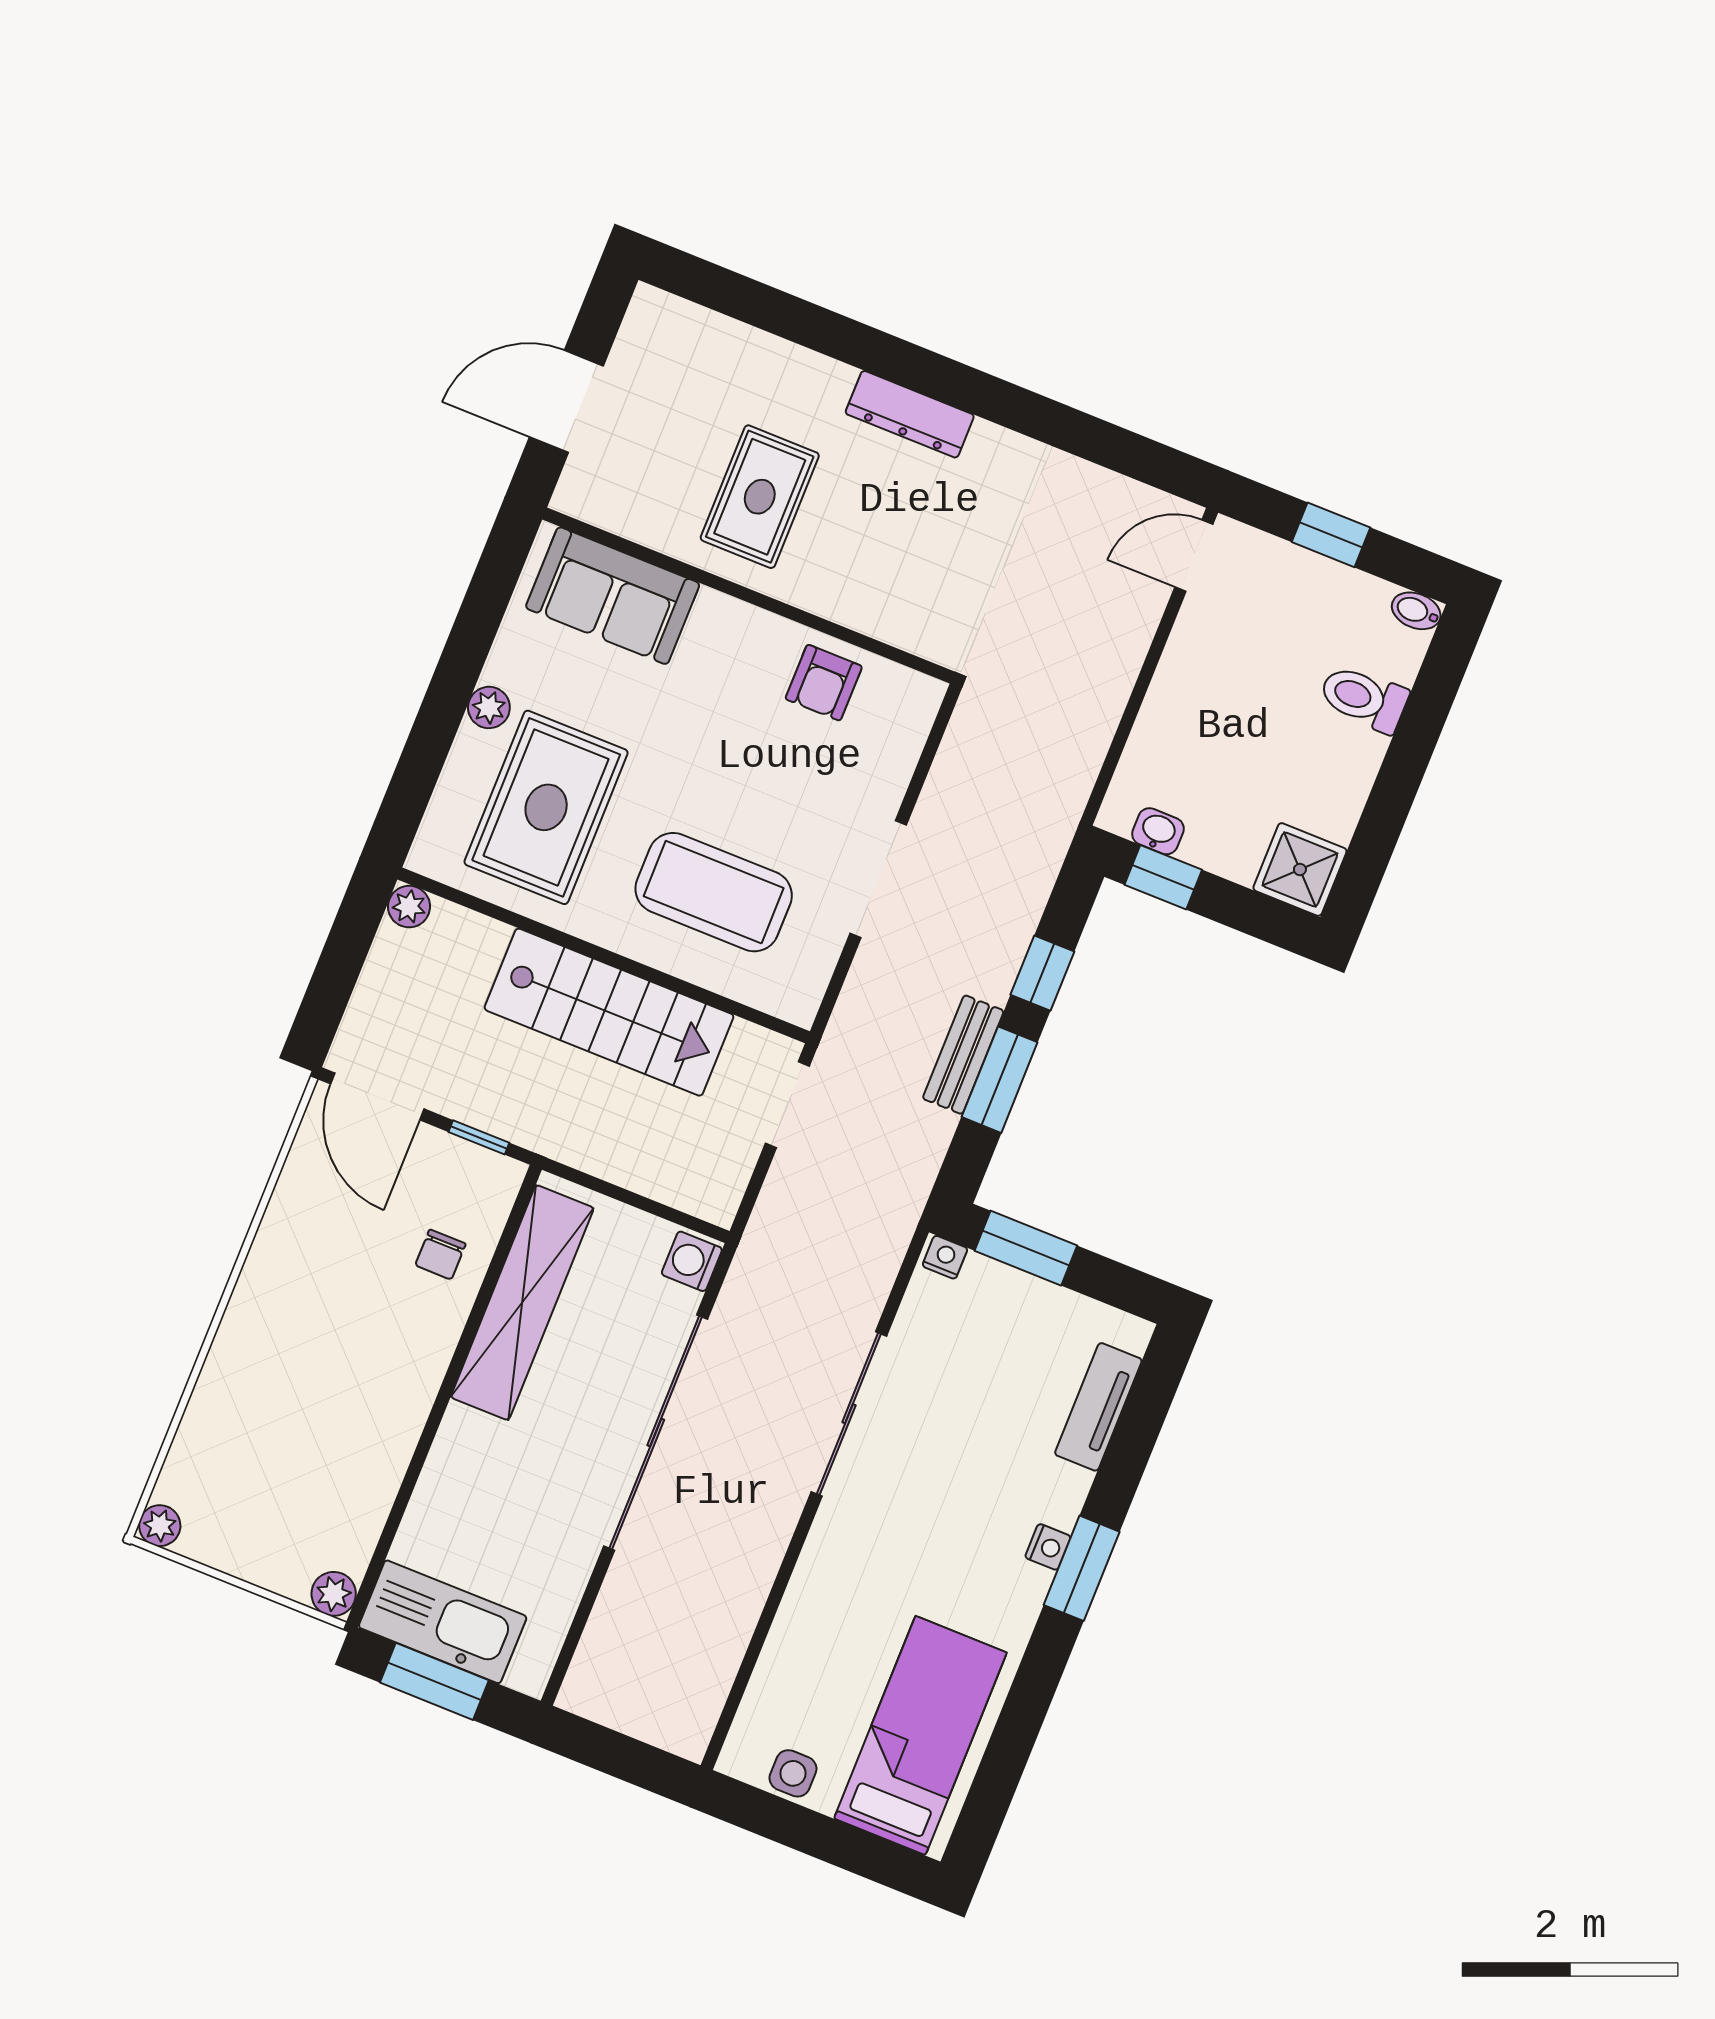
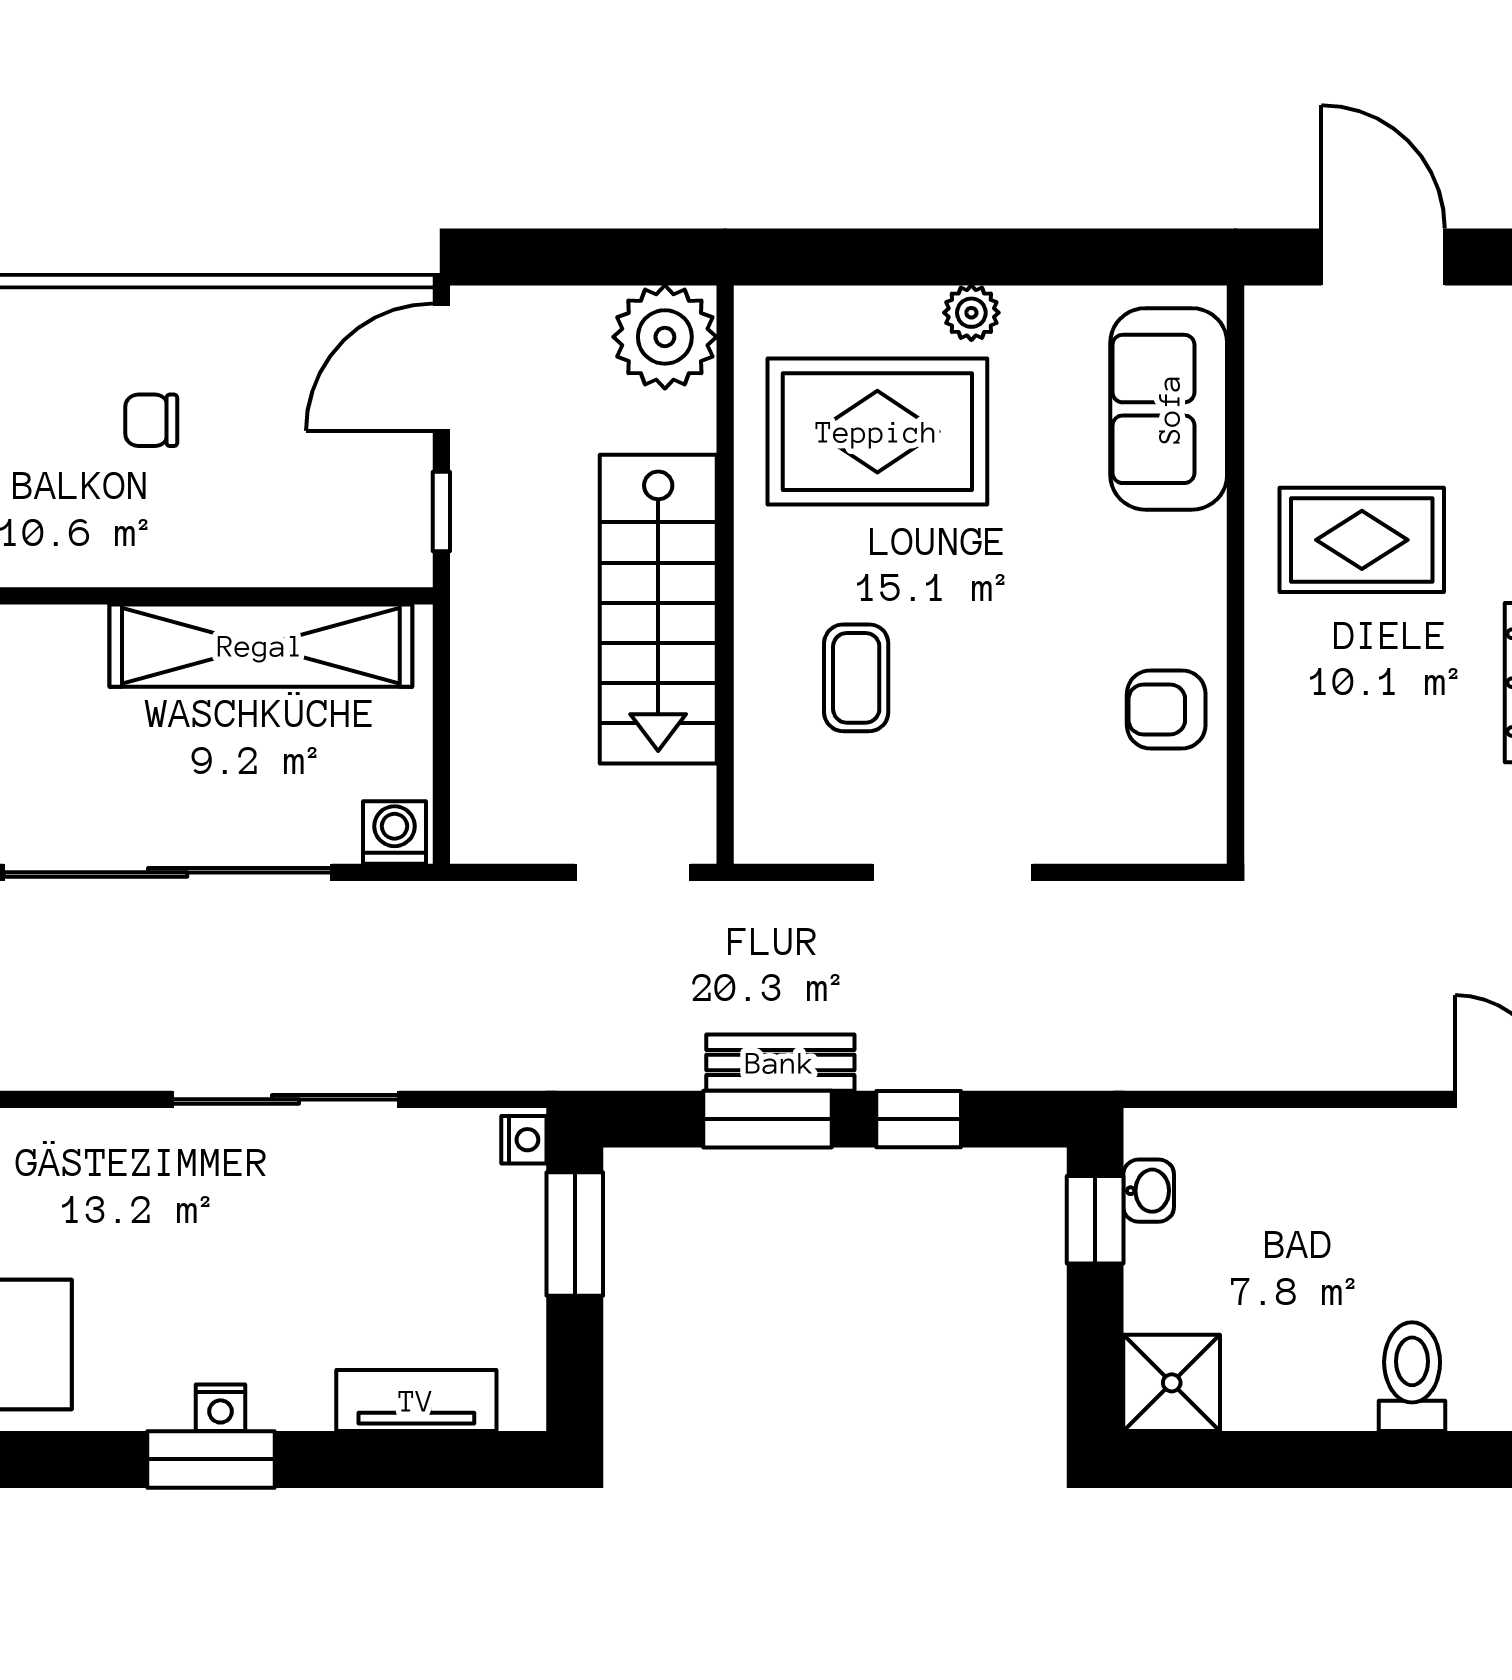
coffee table: (714, 892) -> (856, 678), width x0.54, depth x0.58
plant: (409, 907) -> (665, 337), width x1.88, depth x1.88
chair: (440, 1255) -> (151, 420), moved

